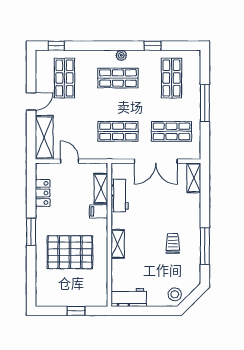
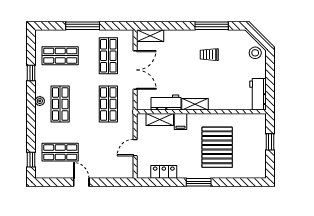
shelving: (44, 137) -> (114, 170), removed
shelving: (118, 244) -> (195, 104), moved

